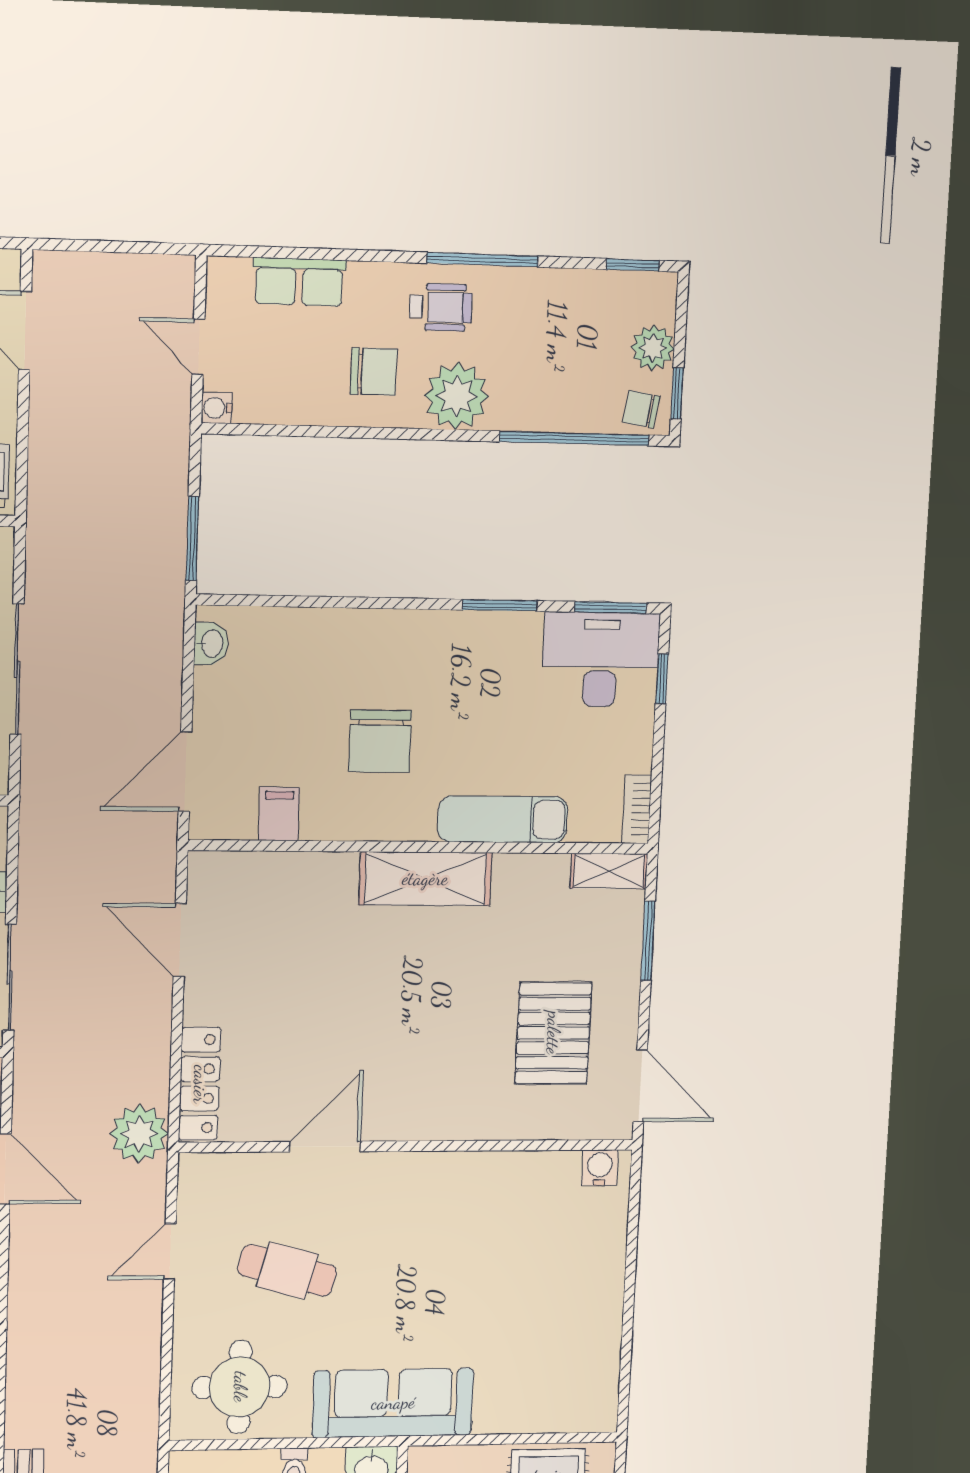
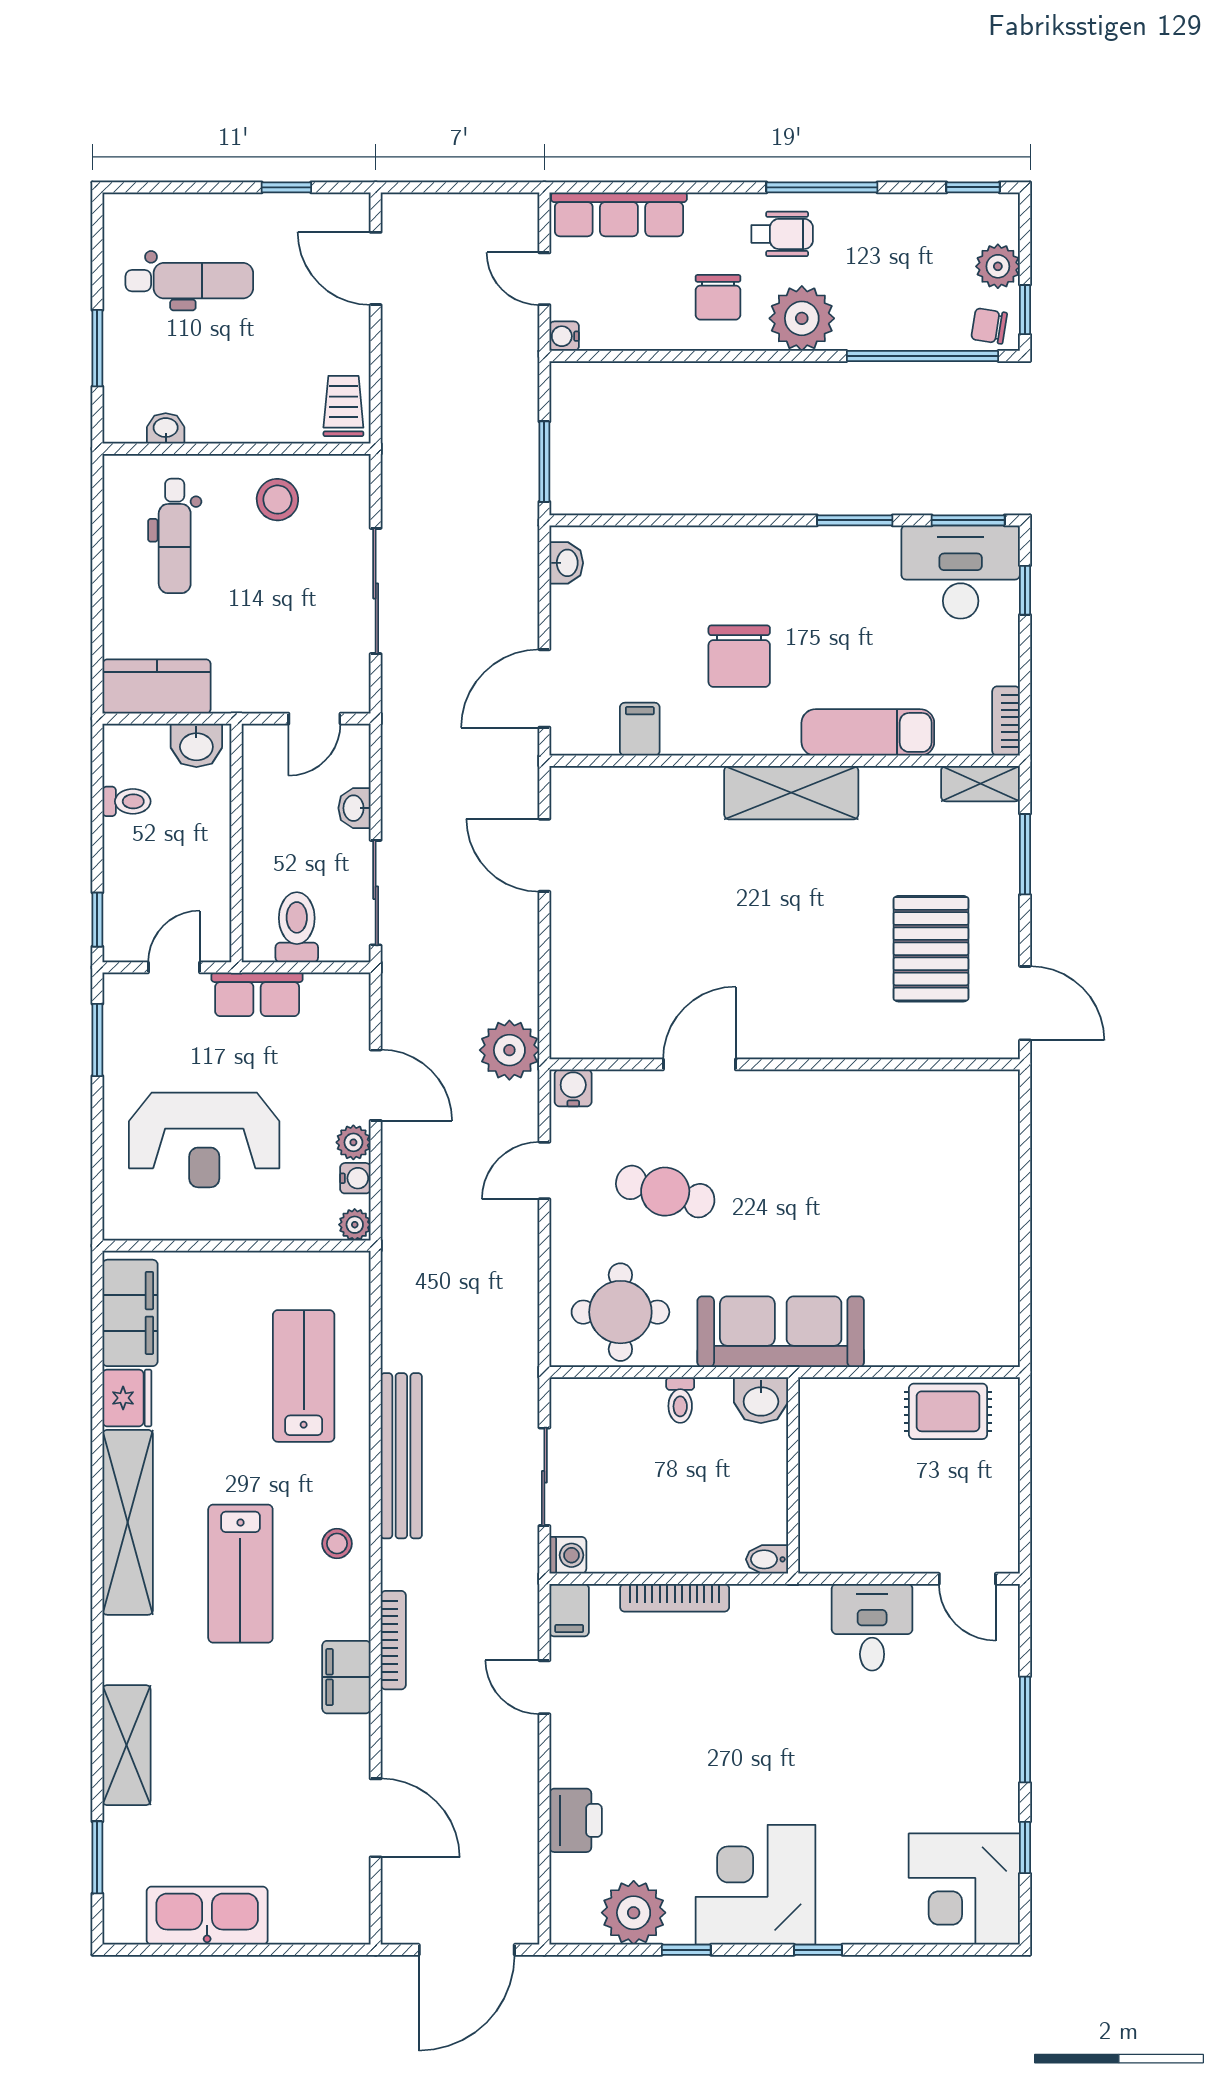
row of seats: (299, 282) -> (619, 214), width x1.48
chair: (374, 372) -> (718, 297), turned 90
locker: (200, 1084) -> (569, 1000), removed
water cooler: (600, 1168) -> (573, 1088), moved

